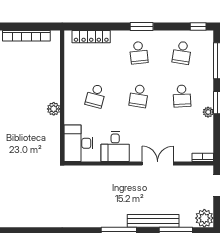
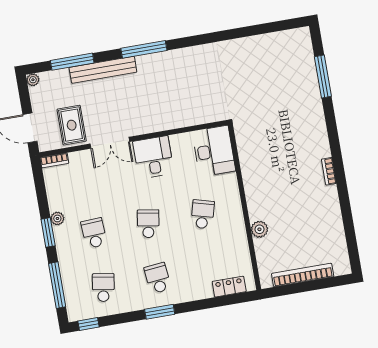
locker: (91, 37) -> (229, 287), width x0.66
plant: (54, 109) -> (259, 229), moved
desk: (115, 147) -> (153, 157), moved
rug: (185, 182) -> (72, 125), added
plant: (204, 218) -> (33, 80), width x0.53, depth x0.53

